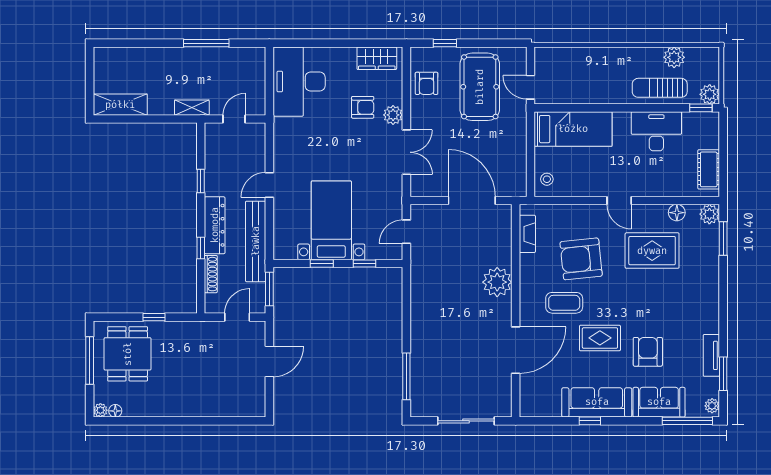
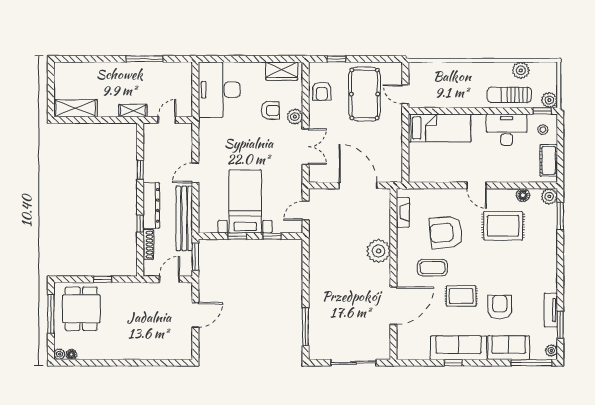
stool: (547, 179) -> (543, 130), moved

